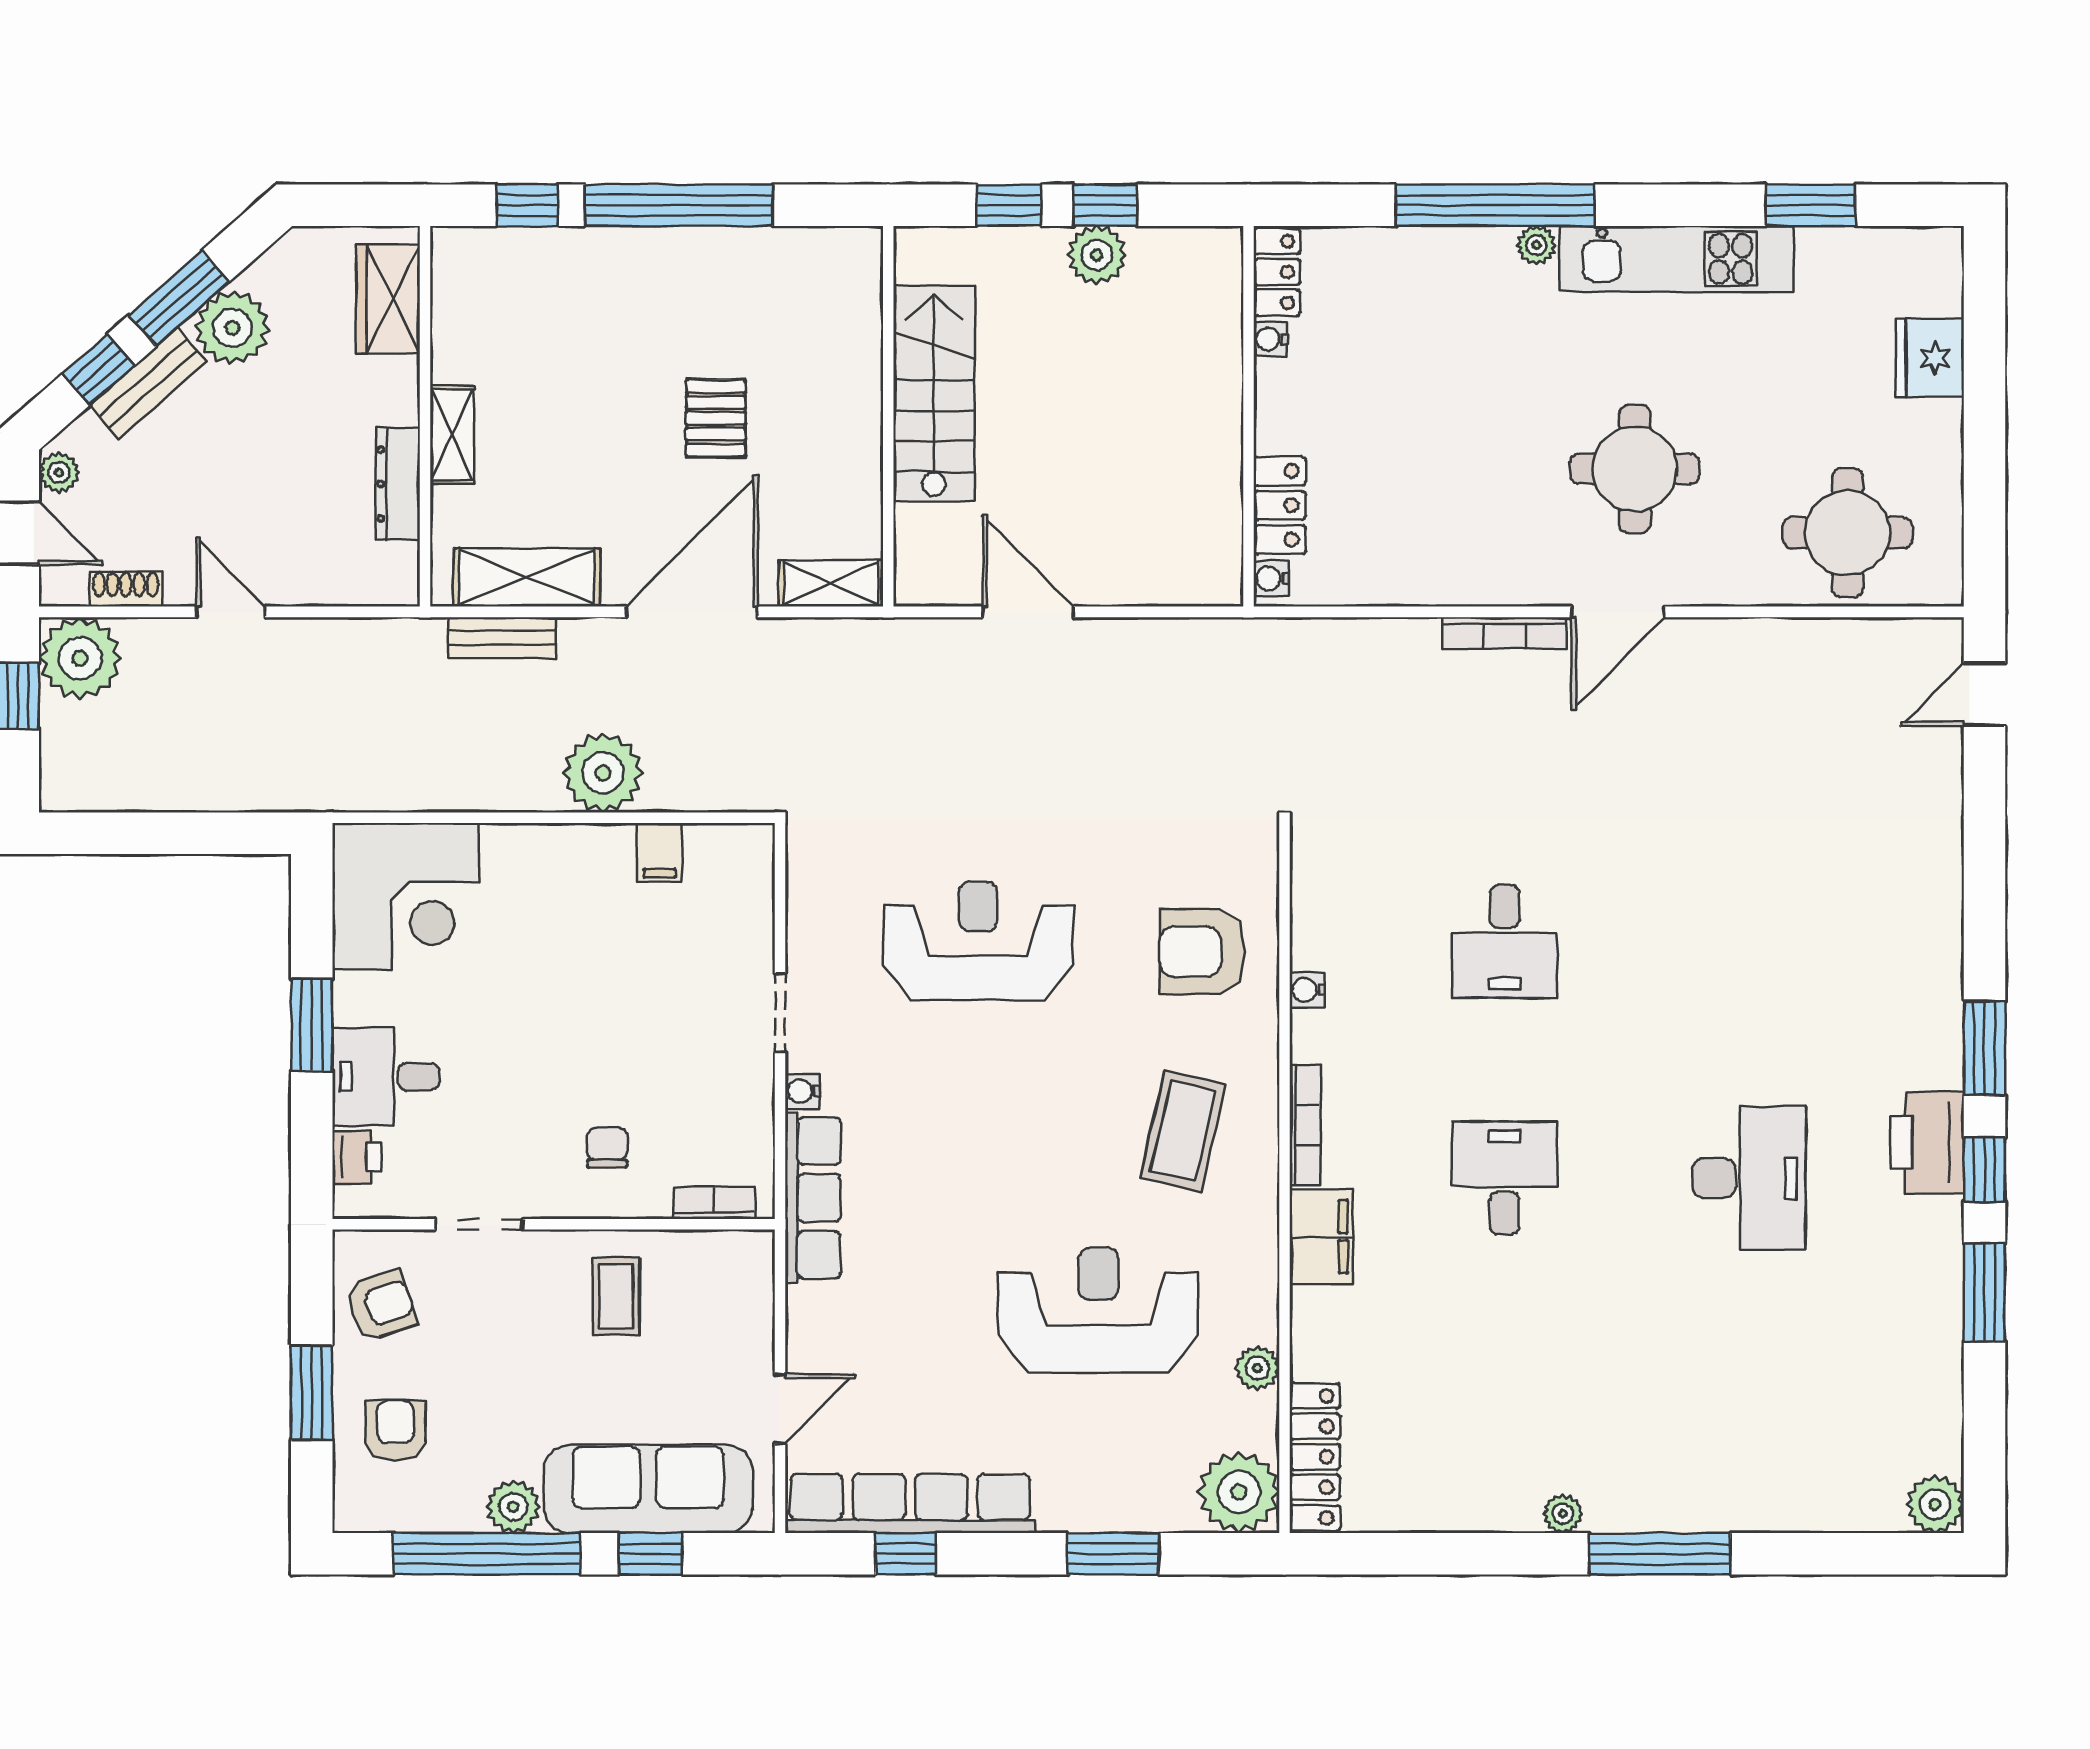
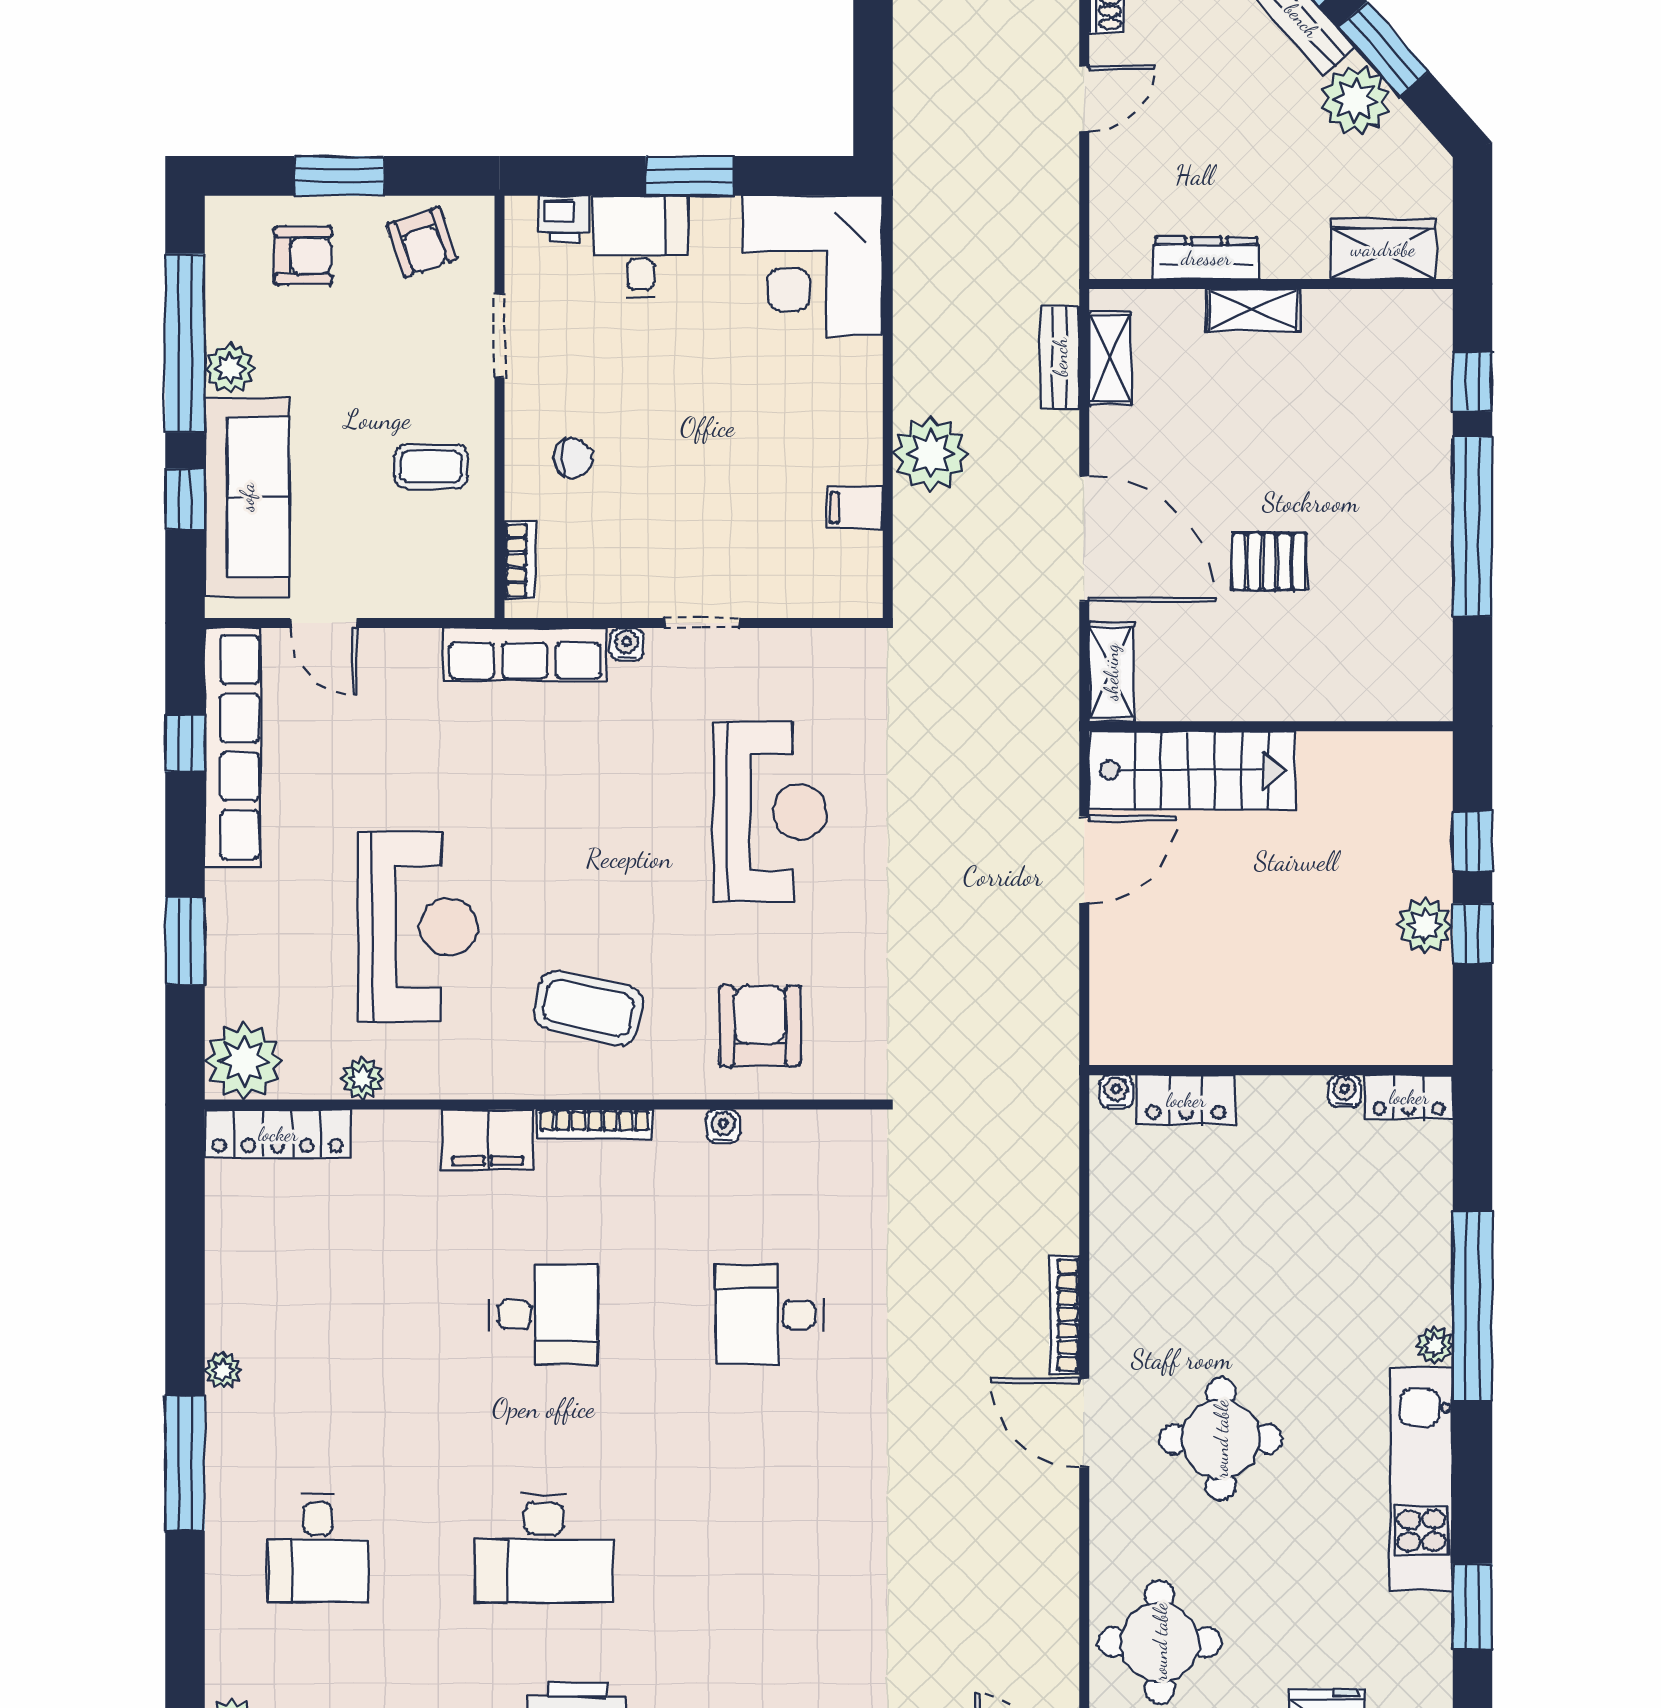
stairs: (934, 393) -> (1192, 770), moved
shelving: (527, 577) -> (1110, 358), width x0.67, depth x0.75
desk: (1749, 1415) -> (318, 1548), added

